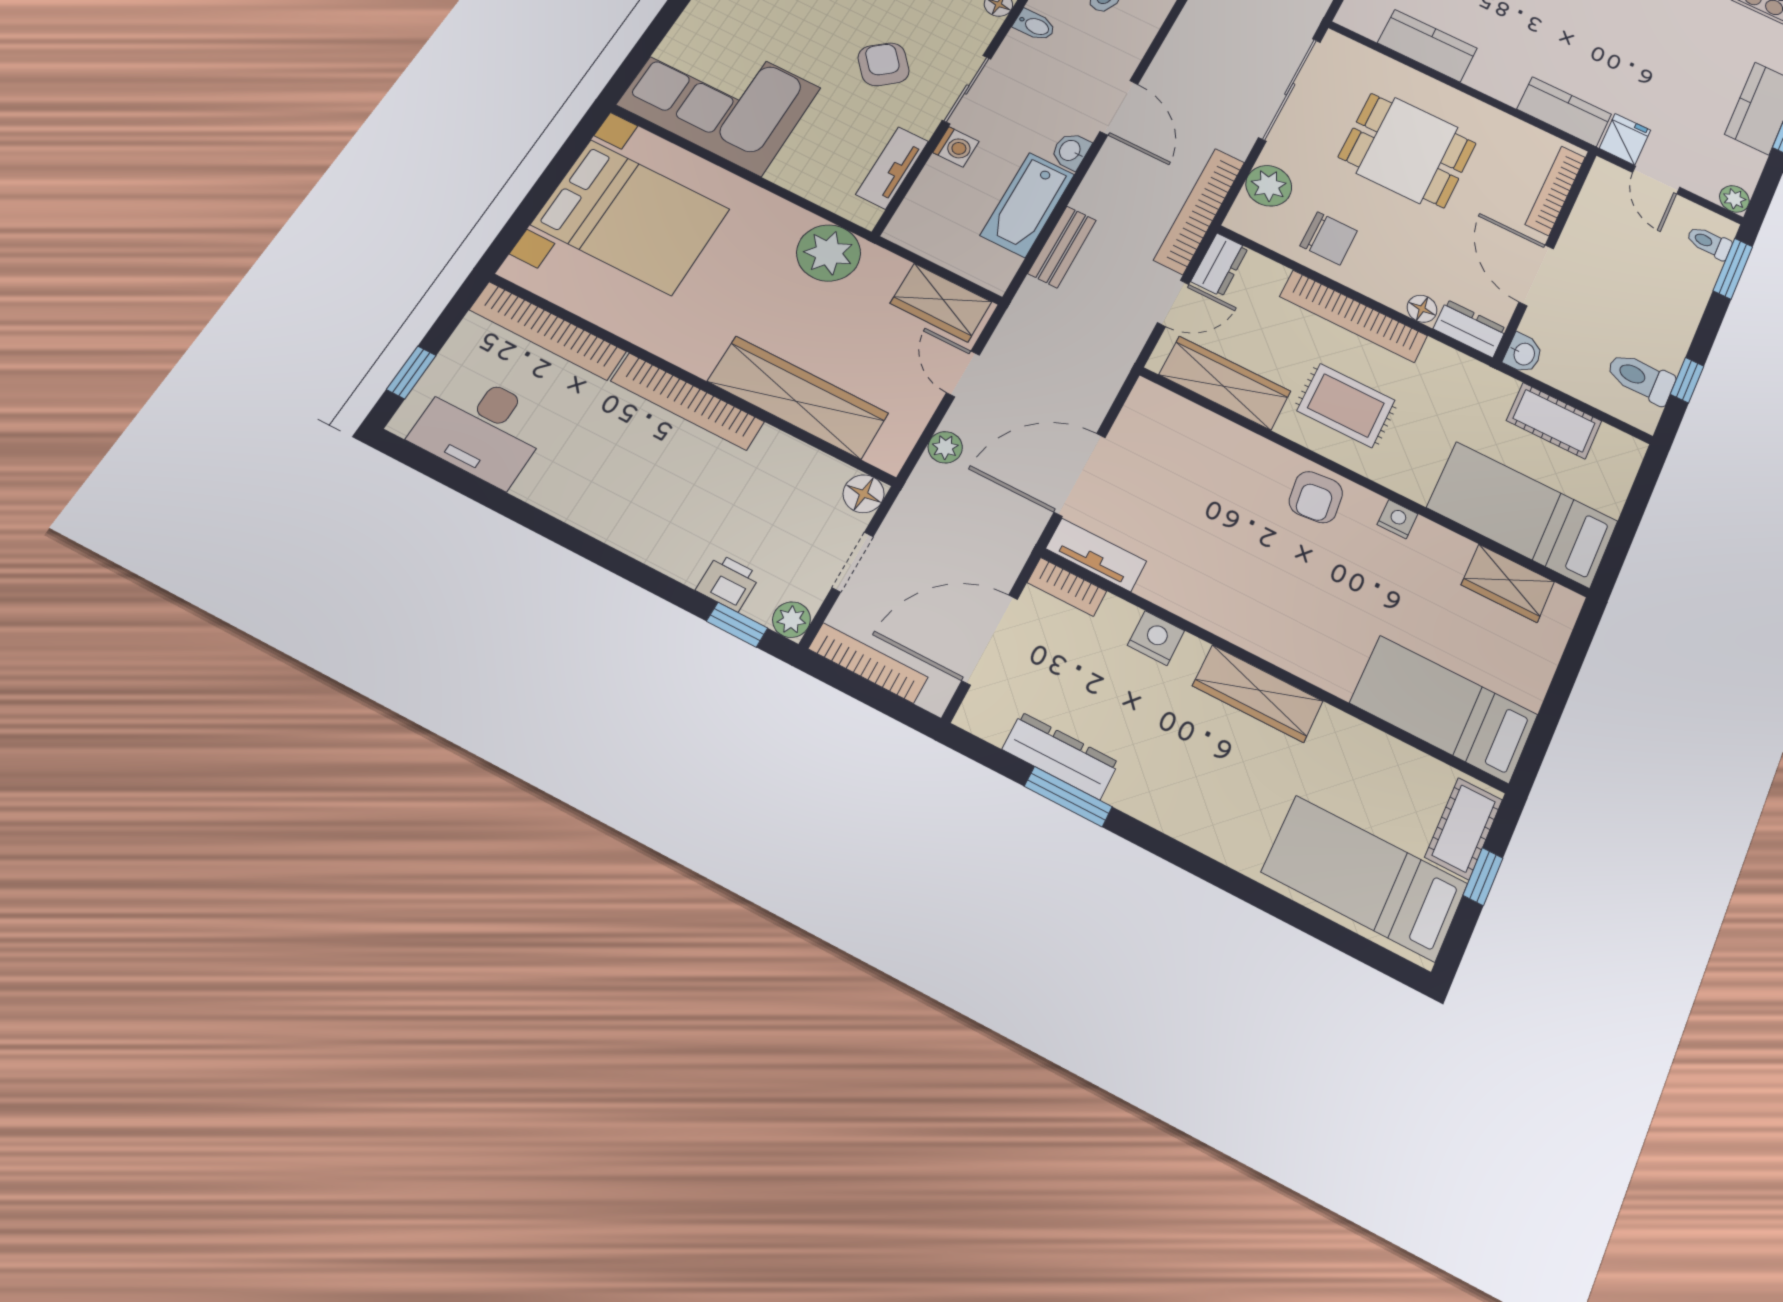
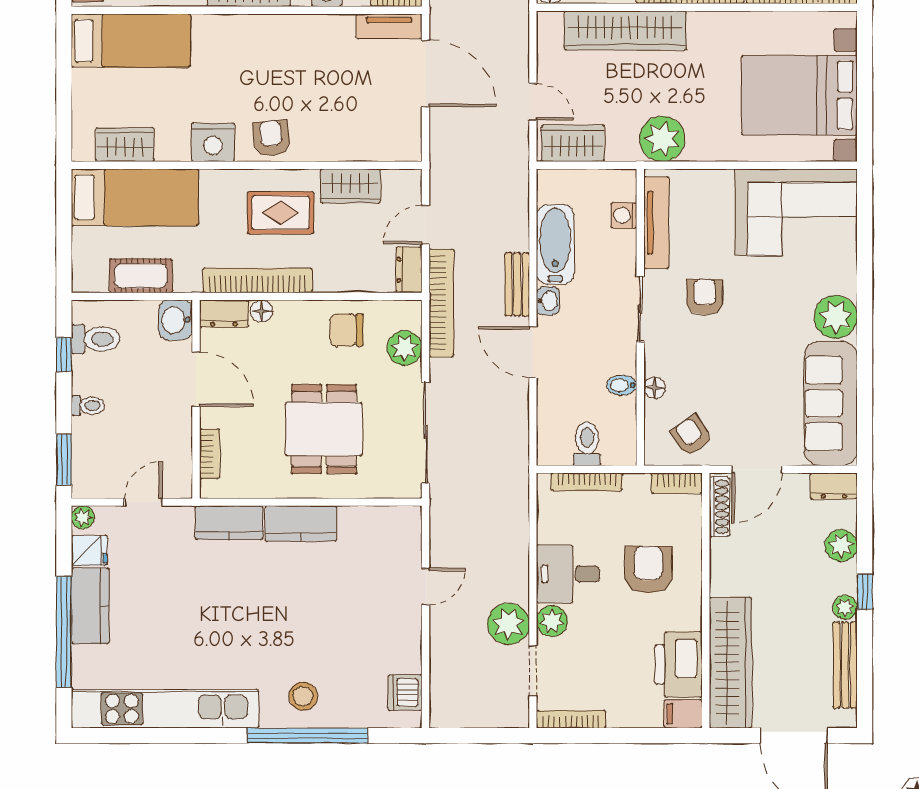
kitchen counter: (1427, 46) -> (301, 524), moved
armchair: (884, 64) -> (705, 297), turned -140
fridge: (1625, 139) -> (89, 550), moved, turned -90
washing machine: (956, 147) -> (624, 215), moved
dining table: (1407, 150) -> (324, 429), turned 90
tv unit: (892, 168) -> (656, 223), width x1.41
door: (1656, 180) -> (143, 502), hinge flipped
bookcase: (1555, 191) -> (210, 454), width x0.64
toilet: (1709, 243) -> (88, 405), moved
bench: (1062, 247) -> (517, 284), moved
bookcase: (1353, 316) -> (257, 280), moved
washbasin: (1523, 354) -> (175, 320), width x1.38, depth x1.45
wardrobe: (1225, 383) -> (350, 186), width x0.67
plant: (945, 447) -> (517, 47), removed
door: (1080, 475) -> (426, 73), hinge flipped
nightstand: (1397, 519) -> (213, 142), width x1.89, depth x1.79

